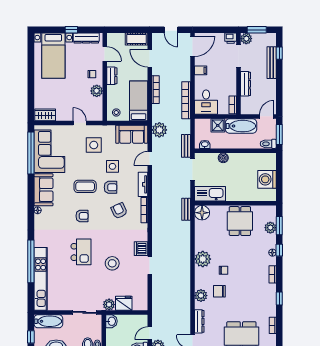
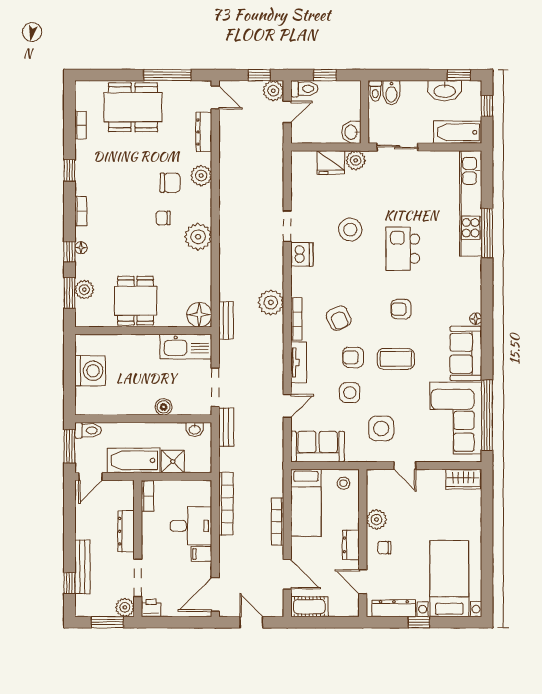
desk: (206, 102) -> (191, 526), moved, turned 90
plant: (159, 130) -> (271, 302), moved
window: (31, 261) -> (487, 233), width x0.68

